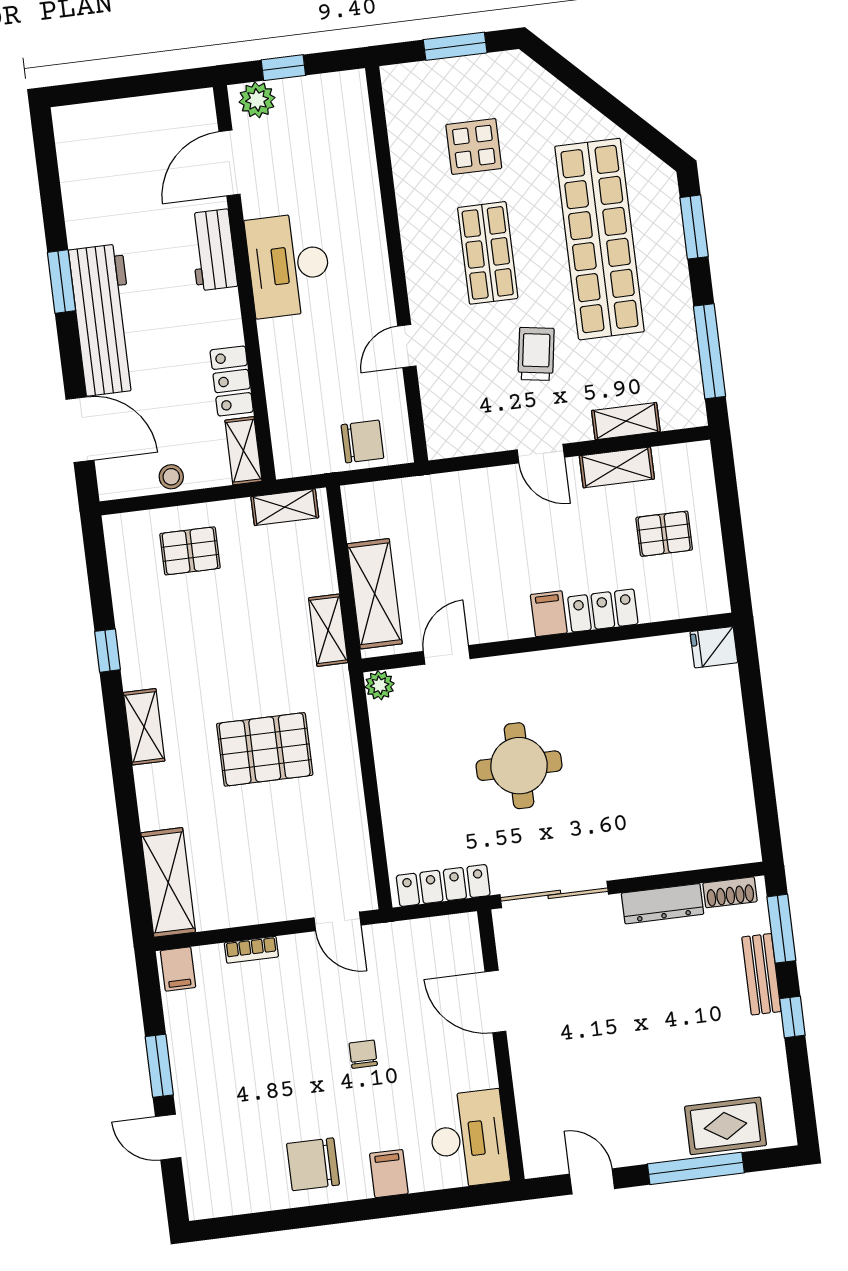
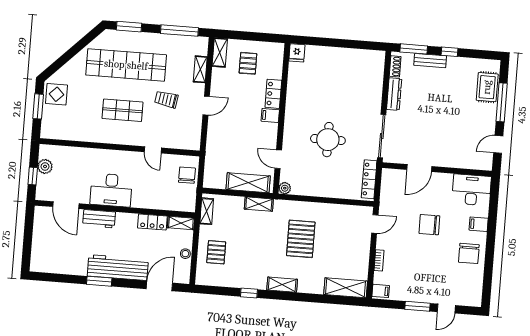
plant: (257, 100) -> (45, 166), moved
display table: (474, 146) -> (56, 94), moved
shelving: (617, 467) -> (220, 53), moved
chair: (363, 1054) -> (429, 225), width x1.87, depth x1.87

